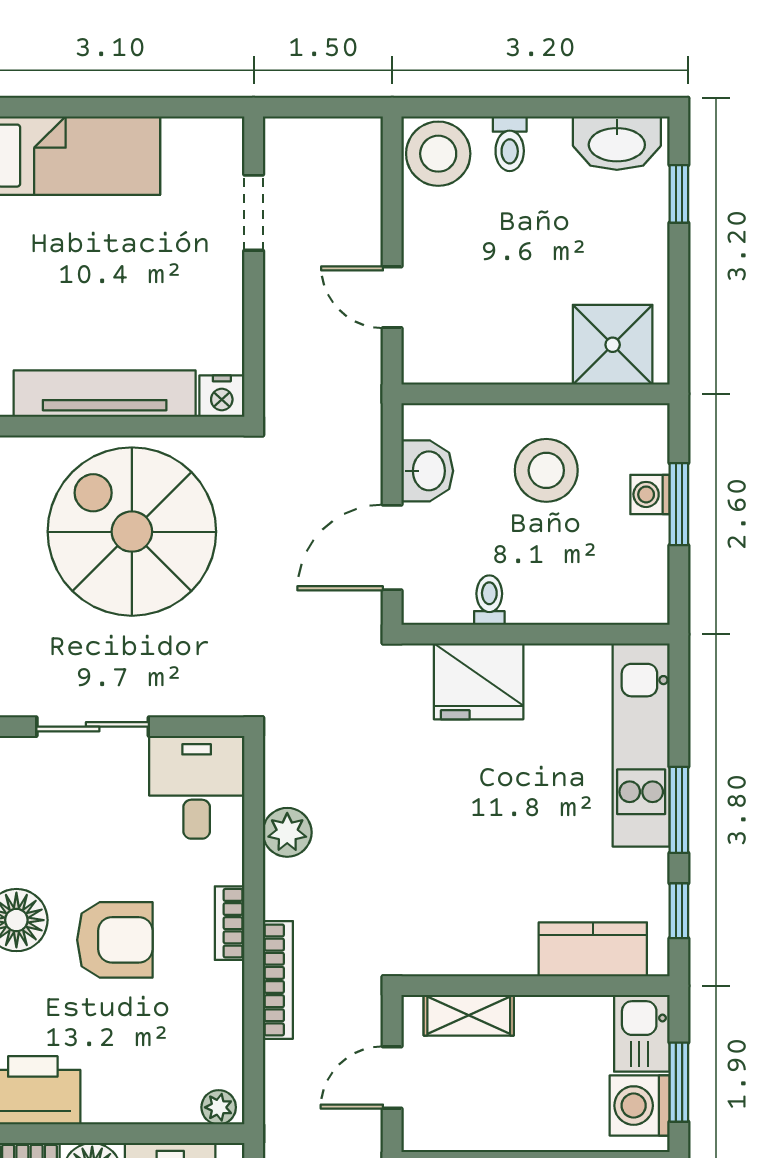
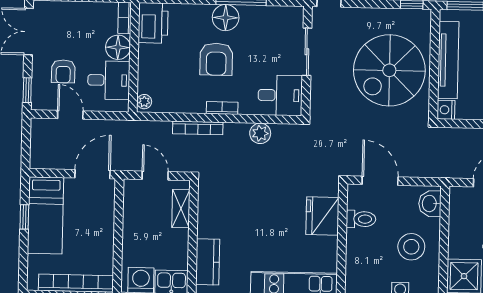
washbasin: (427, 471) -> (430, 204), moved, turned 90
spiral stairs: (132, 532) -> (389, 70), turned 180
toilet: (489, 600) -> (361, 219), width x1.37, depth x1.39

